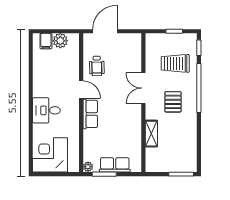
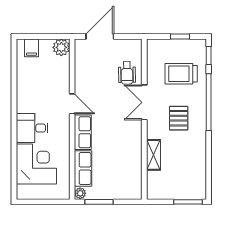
plant: (60, 41) -> (61, 47), moved
wheelchair: (97, 66) -> (127, 73), moved
corner desk: (50, 155) -> (36, 164), moved, turned 90
row of seats: (115, 165) -> (83, 169), moved, turned 90

